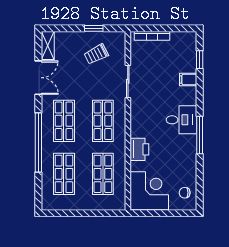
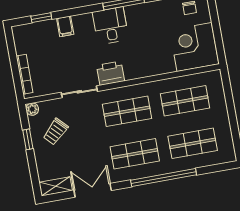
plant: (120, 37) -> (32, 109), added
trolley: (96, 54) -> (56, 132), turned 73
printer: (139, 149) -> (111, 73), moved

